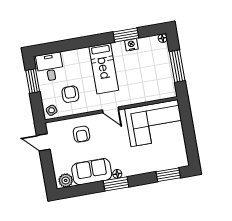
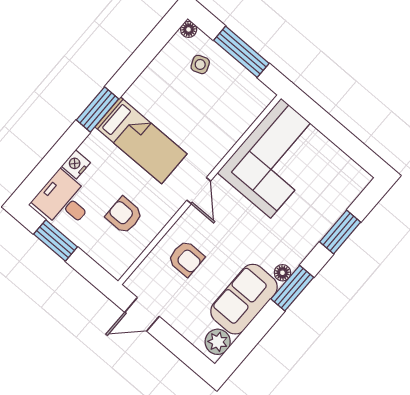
window: (126, 35) -> (97, 109), moved
nightstand: (131, 45) -> (76, 164), moved
side table: (52, 110) -> (200, 64), moved
door: (111, 110) -> (199, 191), hinge flipped
window: (168, 175) -> (340, 232), moved

